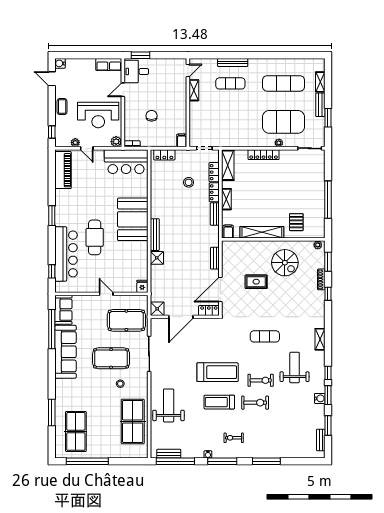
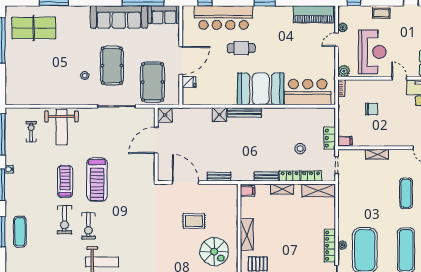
shelving: (194, 90) -> (377, 154), moved
reception desk: (98, 115) -> (372, 52), turned 180
locker: (164, 155) -> (330, 138), moved
locker: (264, 155) -> (330, 246), moved
bar counter: (126, 162) -> (308, 92), moved, turned 90
shelving: (262, 232) -> (247, 234), width x0.68
cafe table: (95, 237) -> (241, 48), width x0.73, depth x0.74
spiral stairs: (285, 263) -> (214, 252), turned -90
rug: (256, 282) -> (194, 221), turned 90
fridge: (142, 286) -> (189, 82), moved
door: (106, 294) -> (181, 60), width x1.88
locker: (209, 311) -> (163, 170), removed
door: (181, 317) -> (156, 140), hinge flipped
exercise mat: (265, 336) -> (20, 232), moved
weight bench: (169, 405) -> (61, 127), turned 90
table tennis table: (133, 421) -> (44, 89), removed
exercise bike: (234, 438) -> (31, 131), moved
bench: (169, 454) -> (10, 127), removed

